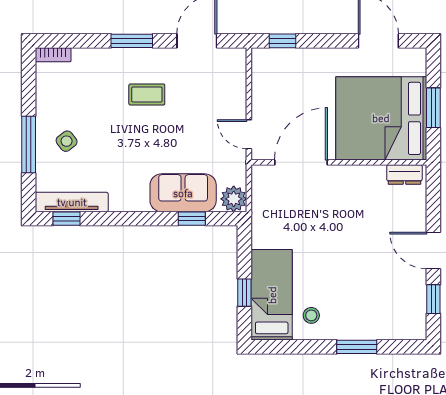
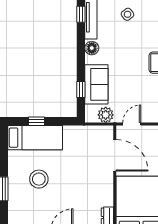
plant: (234, 199) -> (106, 115), moved
floor lamp: (123, 201) -> (92, 48), added
stool: (311, 315) -> (39, 179), moved, width x1.89, depth x1.89

